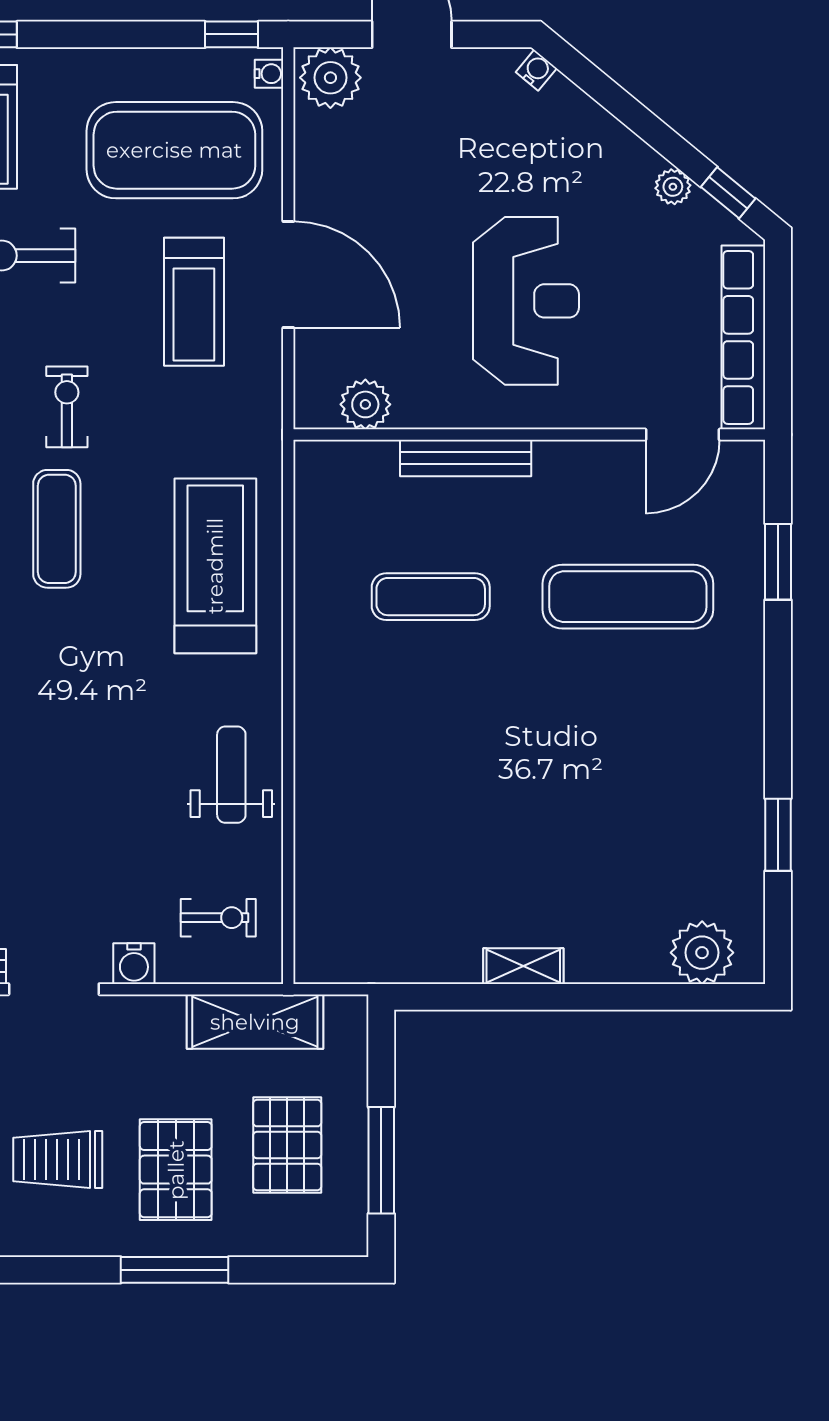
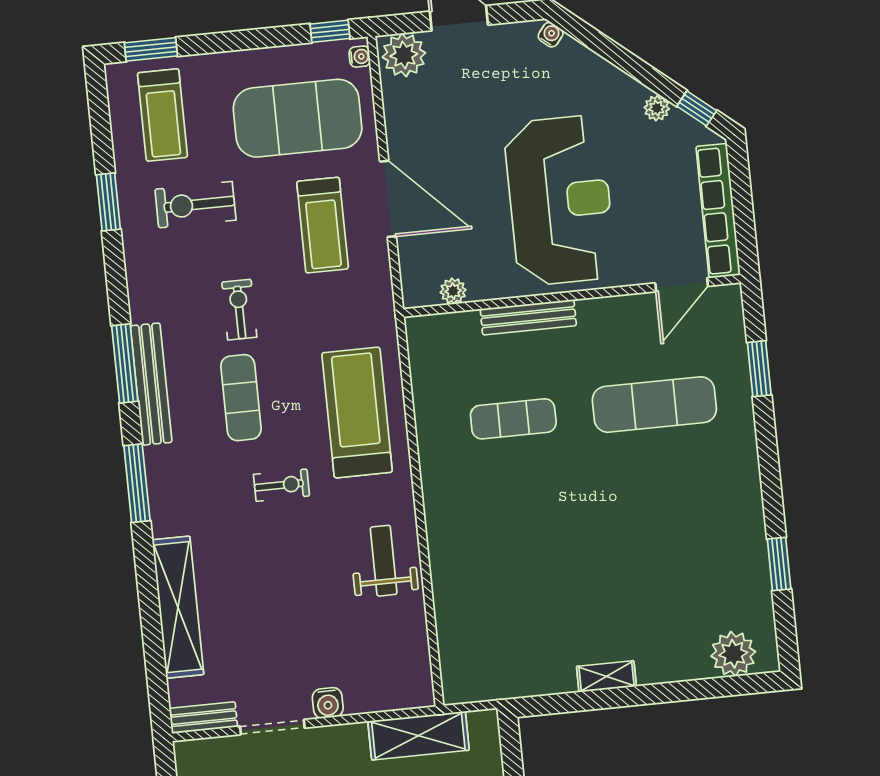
reception desk: (526, 301) -> (560, 200), width x1.36, depth x1.30
plant: (365, 404) -> (453, 291), width x0.73, depth x0.73
exercise bike: (218, 918) -> (282, 485), moved

